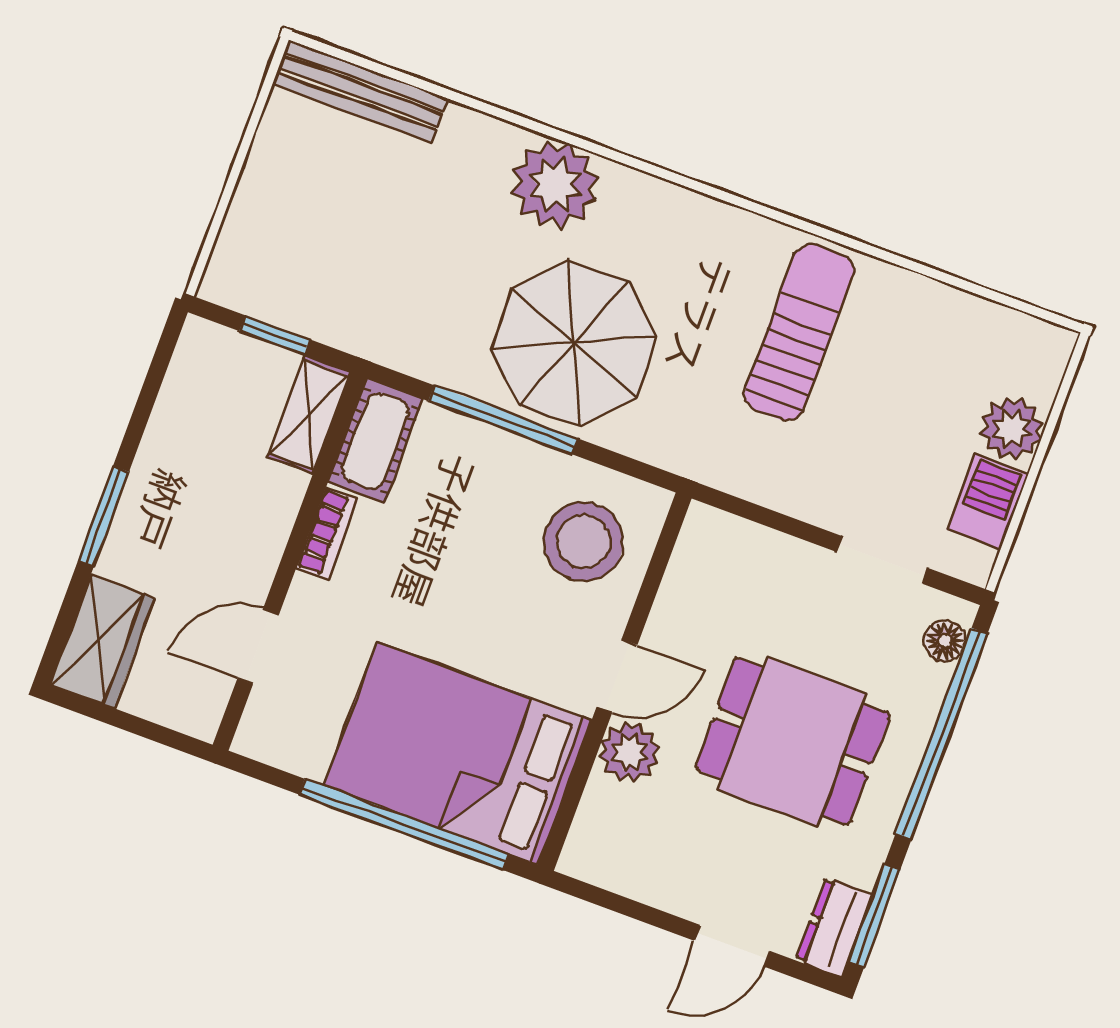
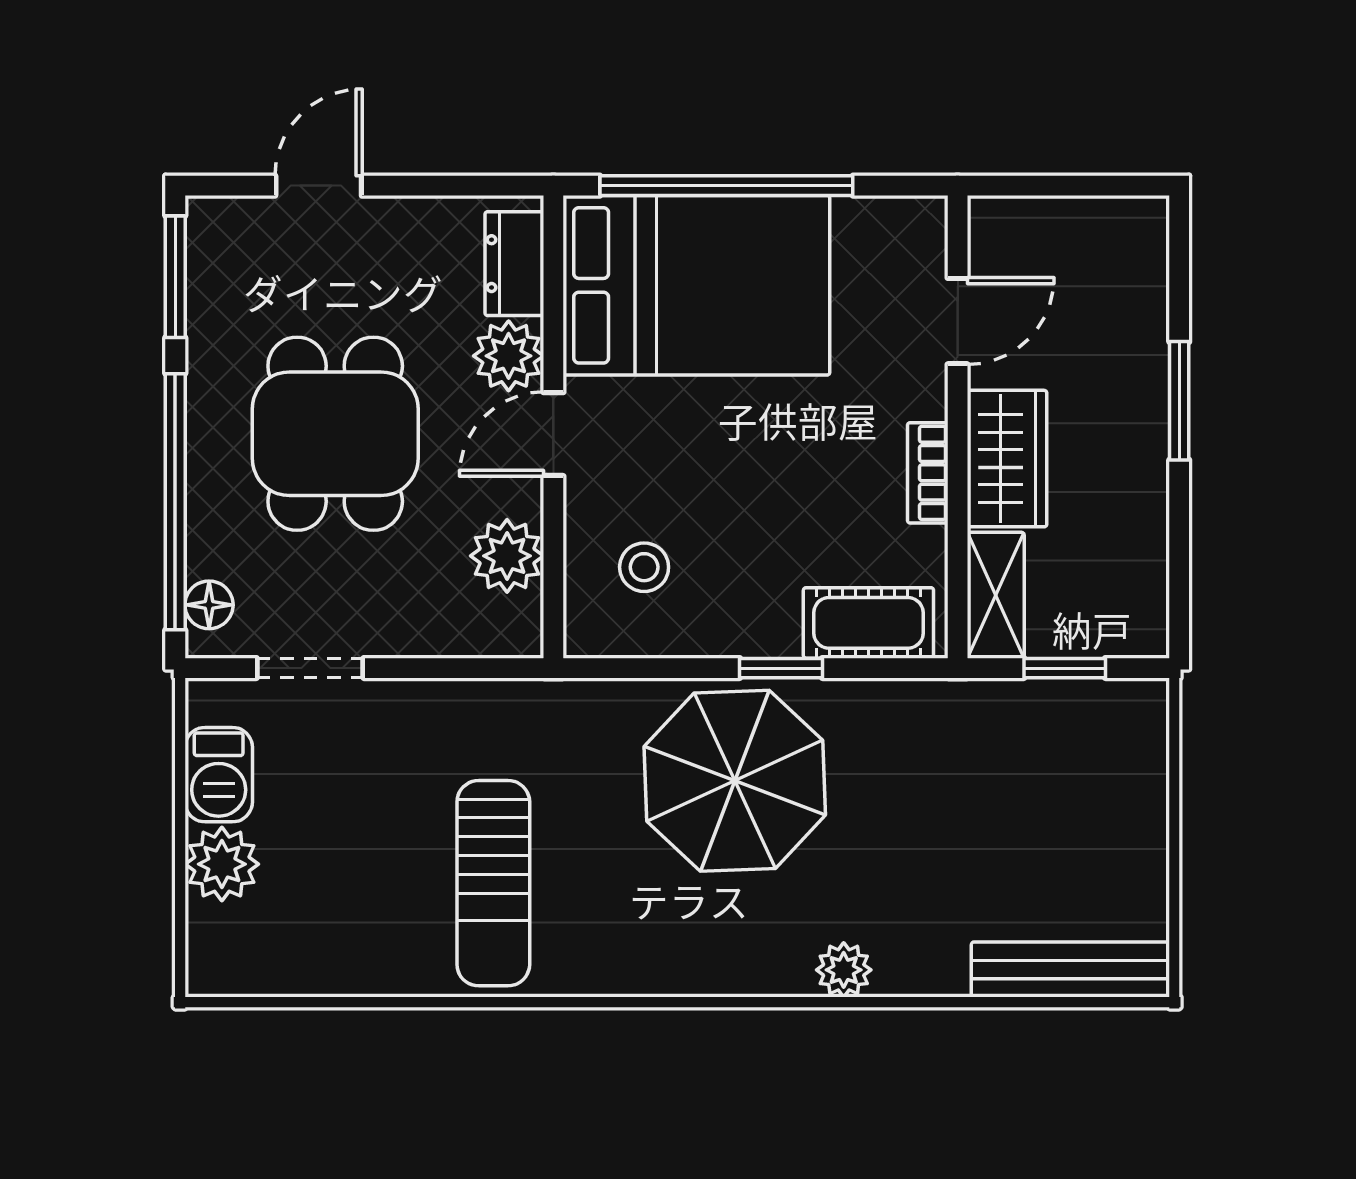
plant: (555, 185) -> (844, 970), width x0.53, depth x0.53
window: (503, 420) -> (781, 668), width x0.46
cot: (375, 441) -> (868, 623), moved, turned 90
stool: (584, 542) -> (644, 567), width x0.53, depth x0.53
plant: (690, 592) -> (507, 556), added
wardrobe: (102, 641) -> (1007, 459), moved, turned 180
dining table: (792, 741) -> (335, 434), turned 90
dresser: (834, 927) -> (514, 264), moved, turned 180

